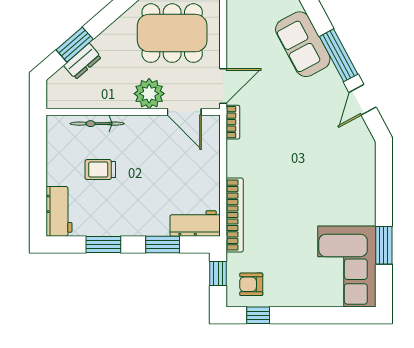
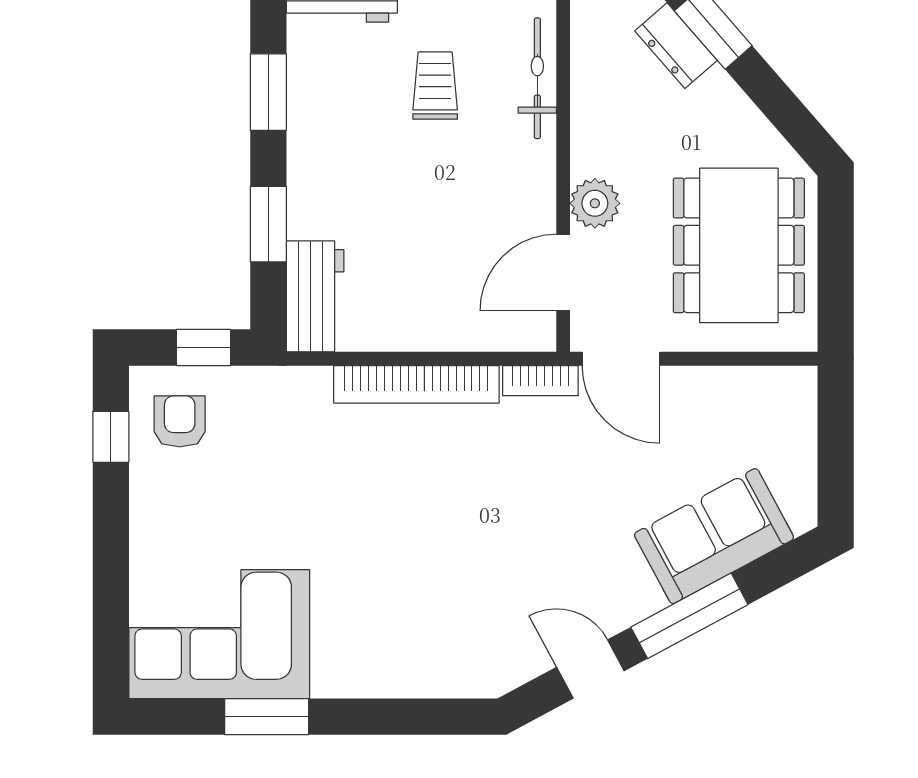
plant: (149, 94) -> (595, 203), width x0.73, depth x0.73
bookcase: (235, 215) -> (416, 384), moved

